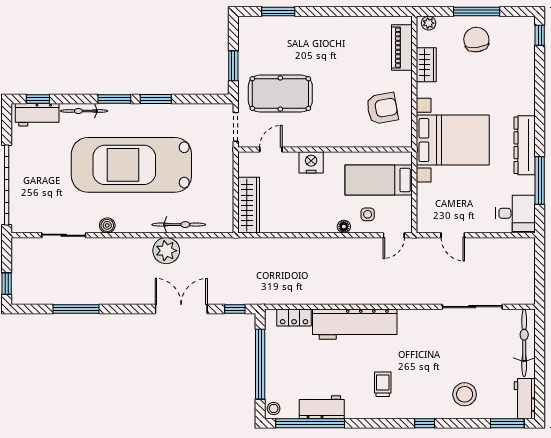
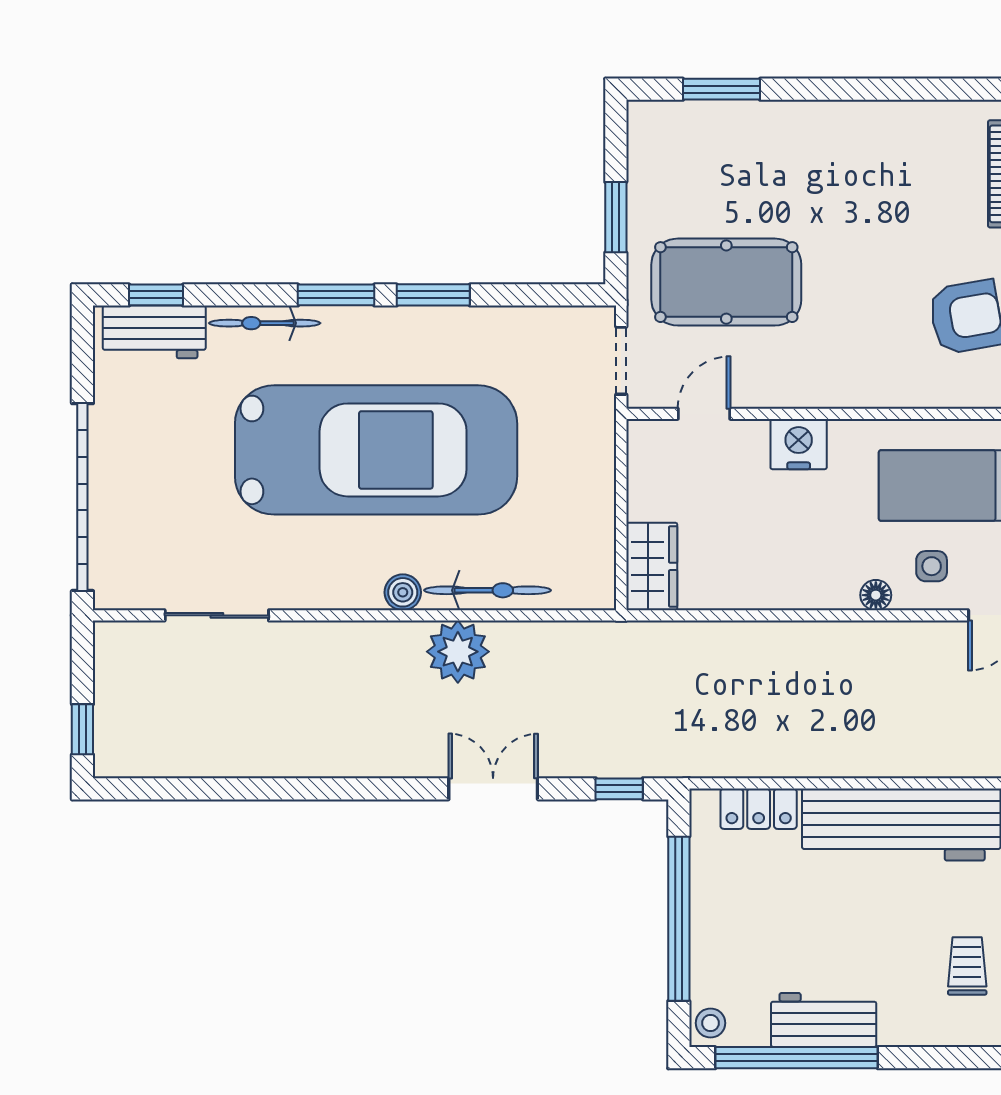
car: (131, 165) -> (376, 450), turned 180
wardrobe: (249, 205) -> (652, 566), width x0.67
boiler: (107, 225) -> (403, 592), moved
window: (76, 309) -> (246, 789), removed
double door: (181, 309) -> (493, 789), width x0.73

